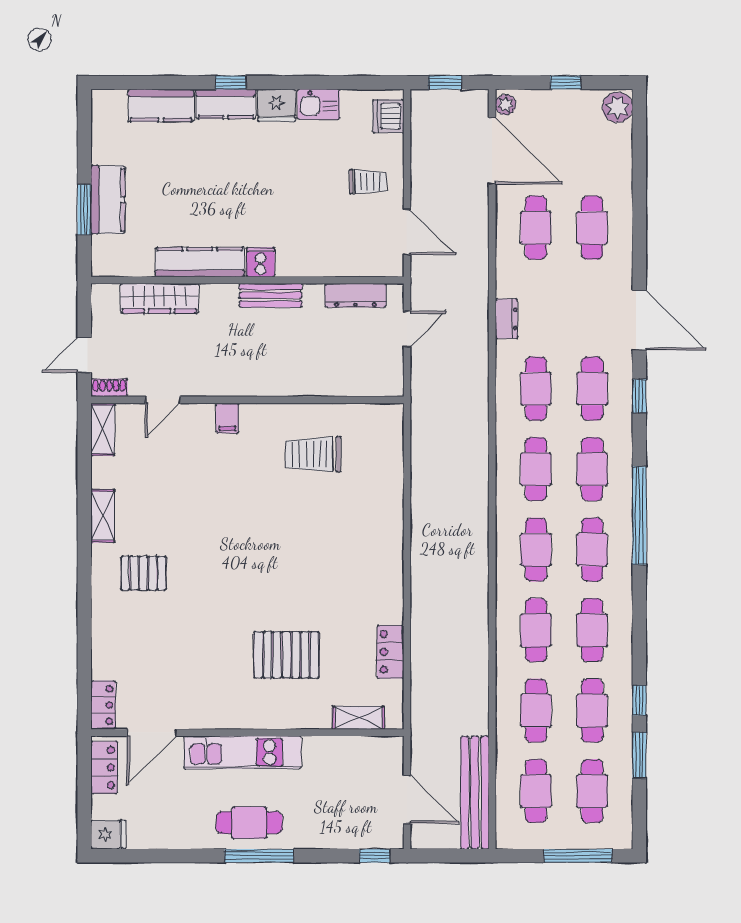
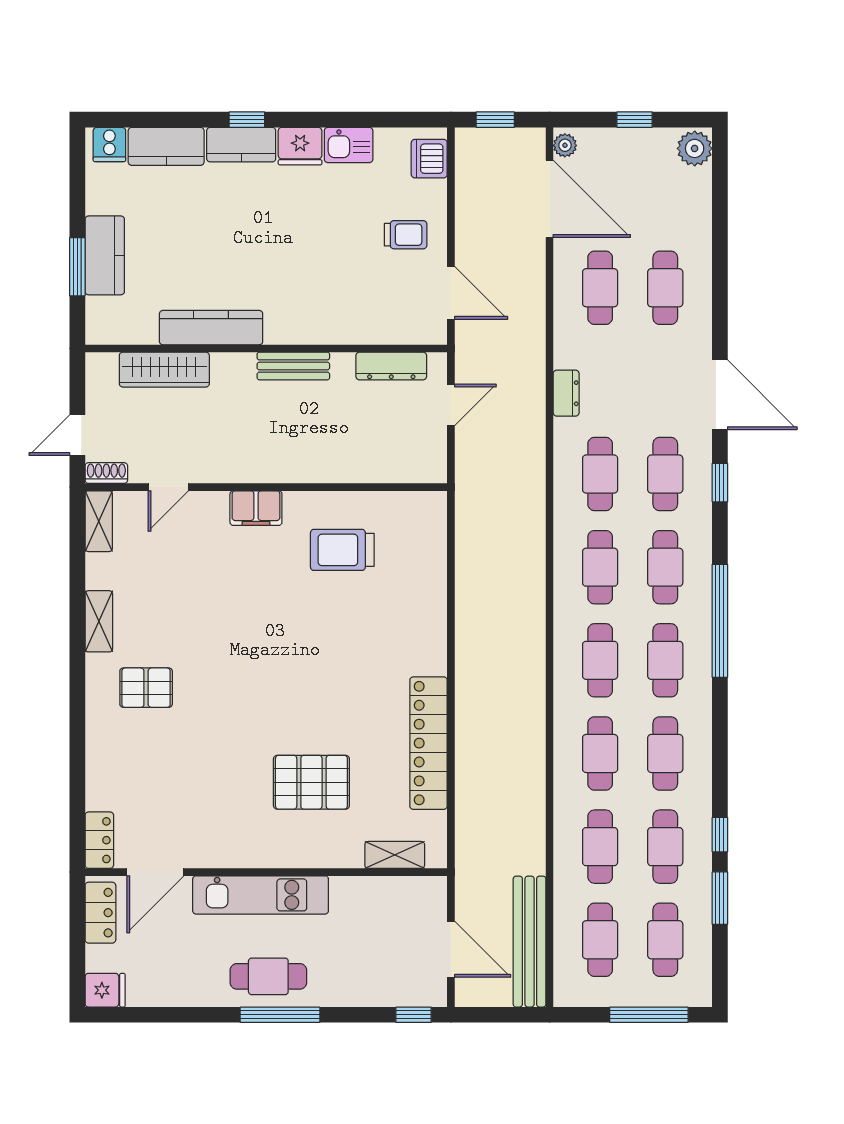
cooker: (260, 262) -> (109, 144), moved, turned 180
filing cabinet: (227, 418) -> (256, 508), width x2.00
locker: (390, 652) -> (429, 743), width x2.16, depth x1.21

